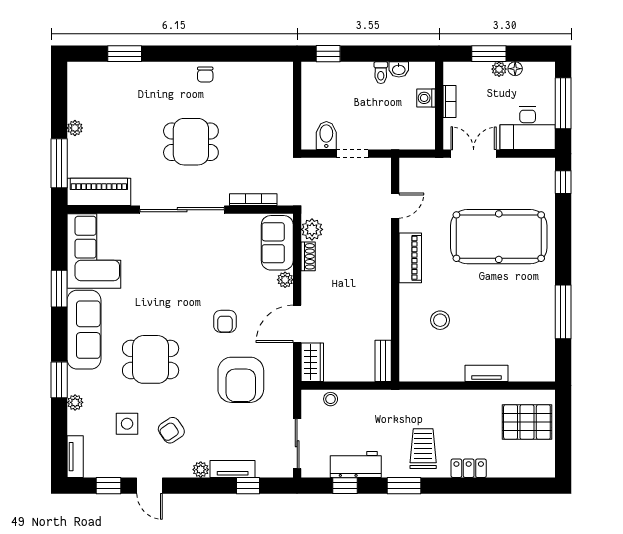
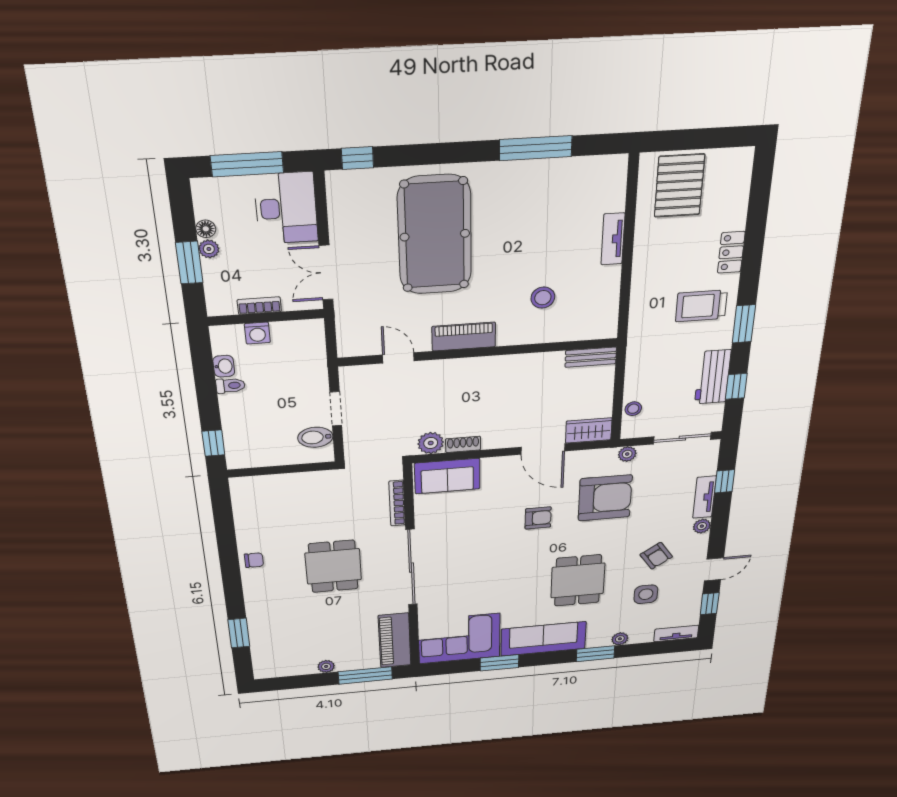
plant: (285, 280) -> (627, 454), moved

